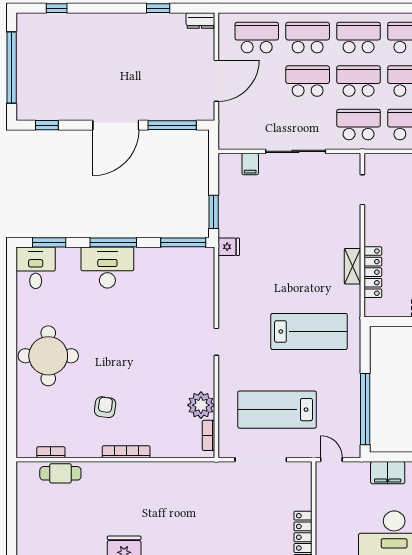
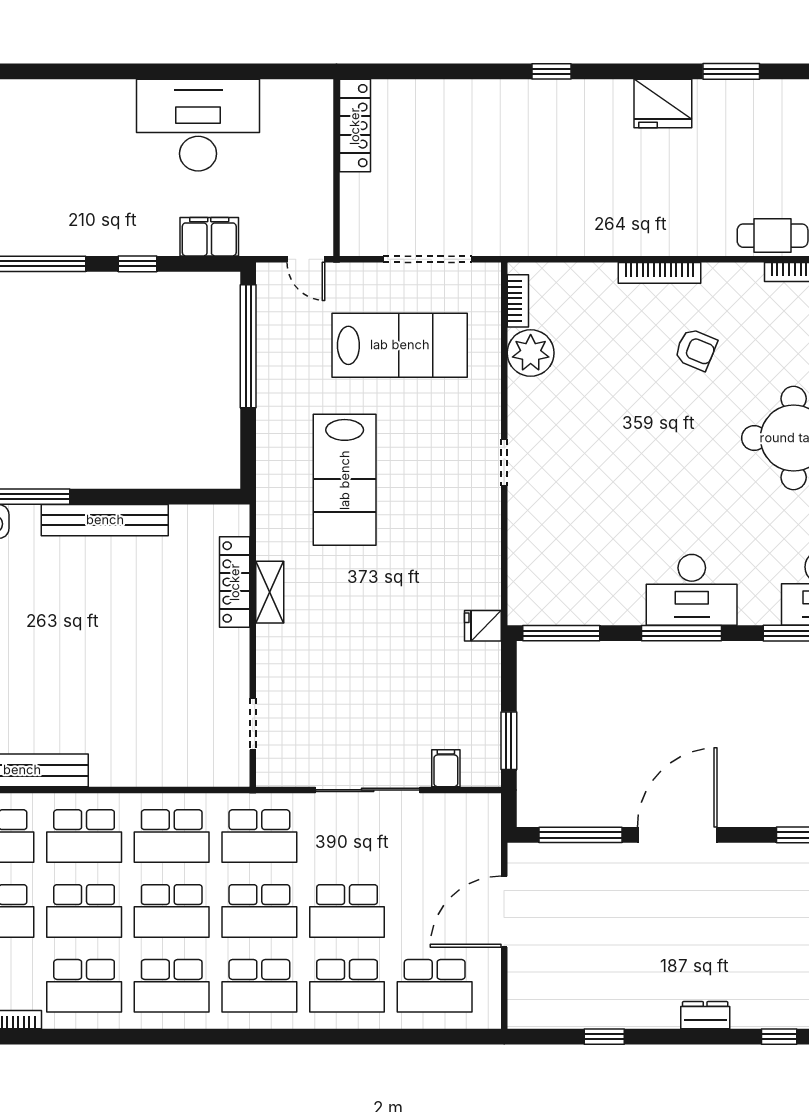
dresser: (200, 21) -> (705, 1015), moved
window: (214, 212) -> (509, 741), moved
lab bench: (309, 332) -> (345, 480), turned -90
armchair: (105, 407) -> (696, 350), turned -76

